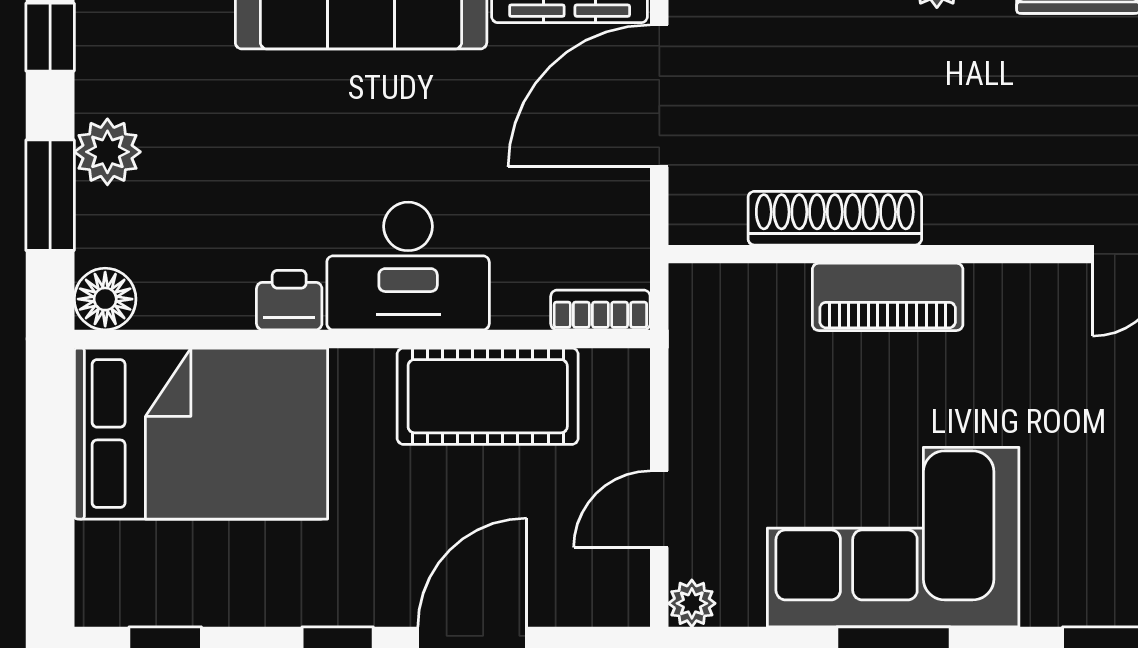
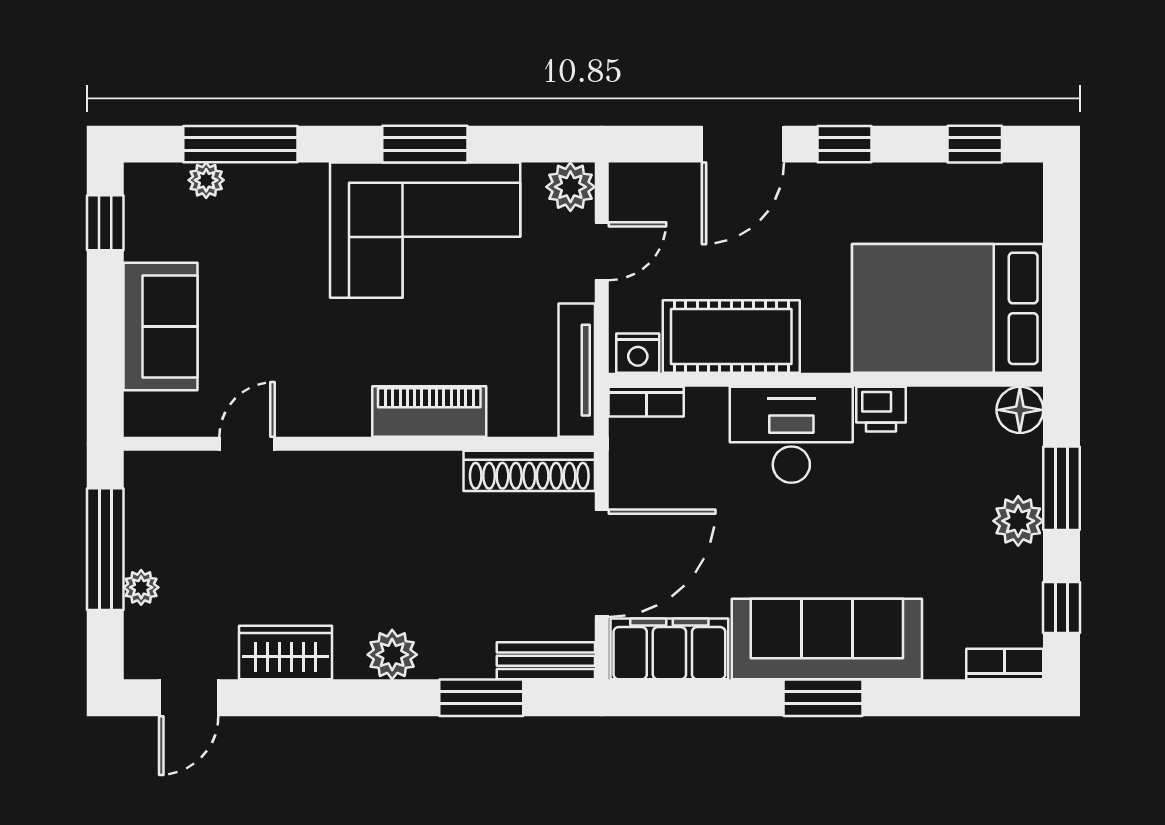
shoe rack: (835, 218) -> (529, 471), moved
tv unit: (692, 352) -> (577, 370), added
nightstand: (611, 374) -> (638, 353), added
plant: (692, 603) -> (570, 187), width x1.38, depth x1.38

